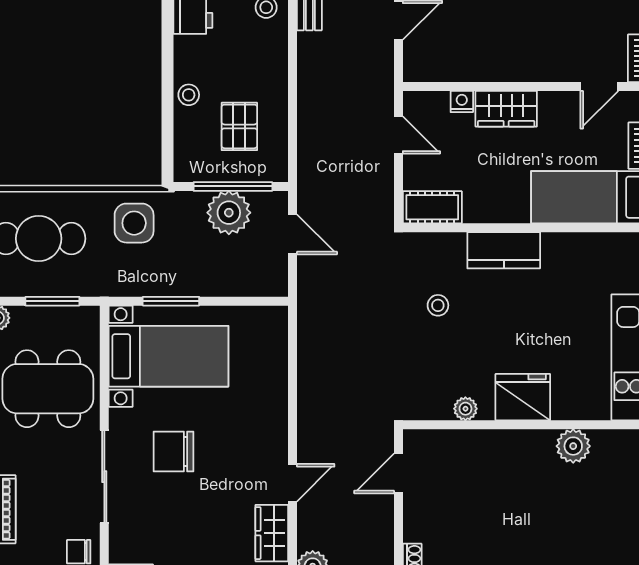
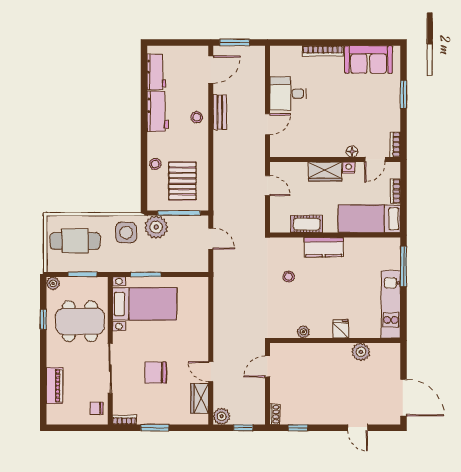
floor lamp: (556, 71) -> (352, 152), added
nightstand: (462, 102) -> (349, 168), moved
pallet: (239, 126) -> (182, 181), width x1.50, depth x1.42
cot: (432, 207) -> (307, 224), moved
plant: (229, 213) -> (156, 227), moved
fridge: (523, 397) -> (341, 329), width x0.53, depth x0.75
chair: (174, 451) -> (156, 373), moved
door: (293, 483) -> (211, 371), swing flipped

